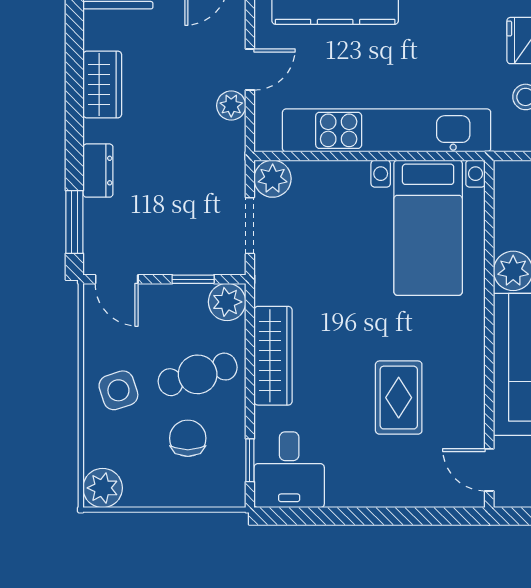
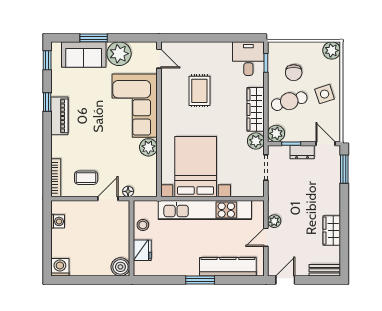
dresser: (98, 171) -> (302, 152), moved, turned -90
plant: (273, 179) -> (256, 141), moved
bed with nightstands: (428, 228) -> (196, 167), width x1.36

